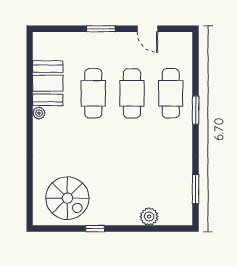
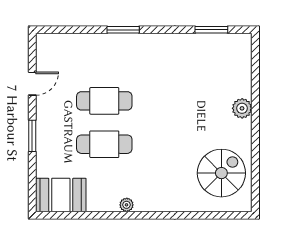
booth: (48, 83) -> (61, 195), moved
cafe table: (171, 93) -> (104, 58), removed
plant: (149, 217) -> (242, 108), moved
window: (95, 229) -> (255, 142), removed

